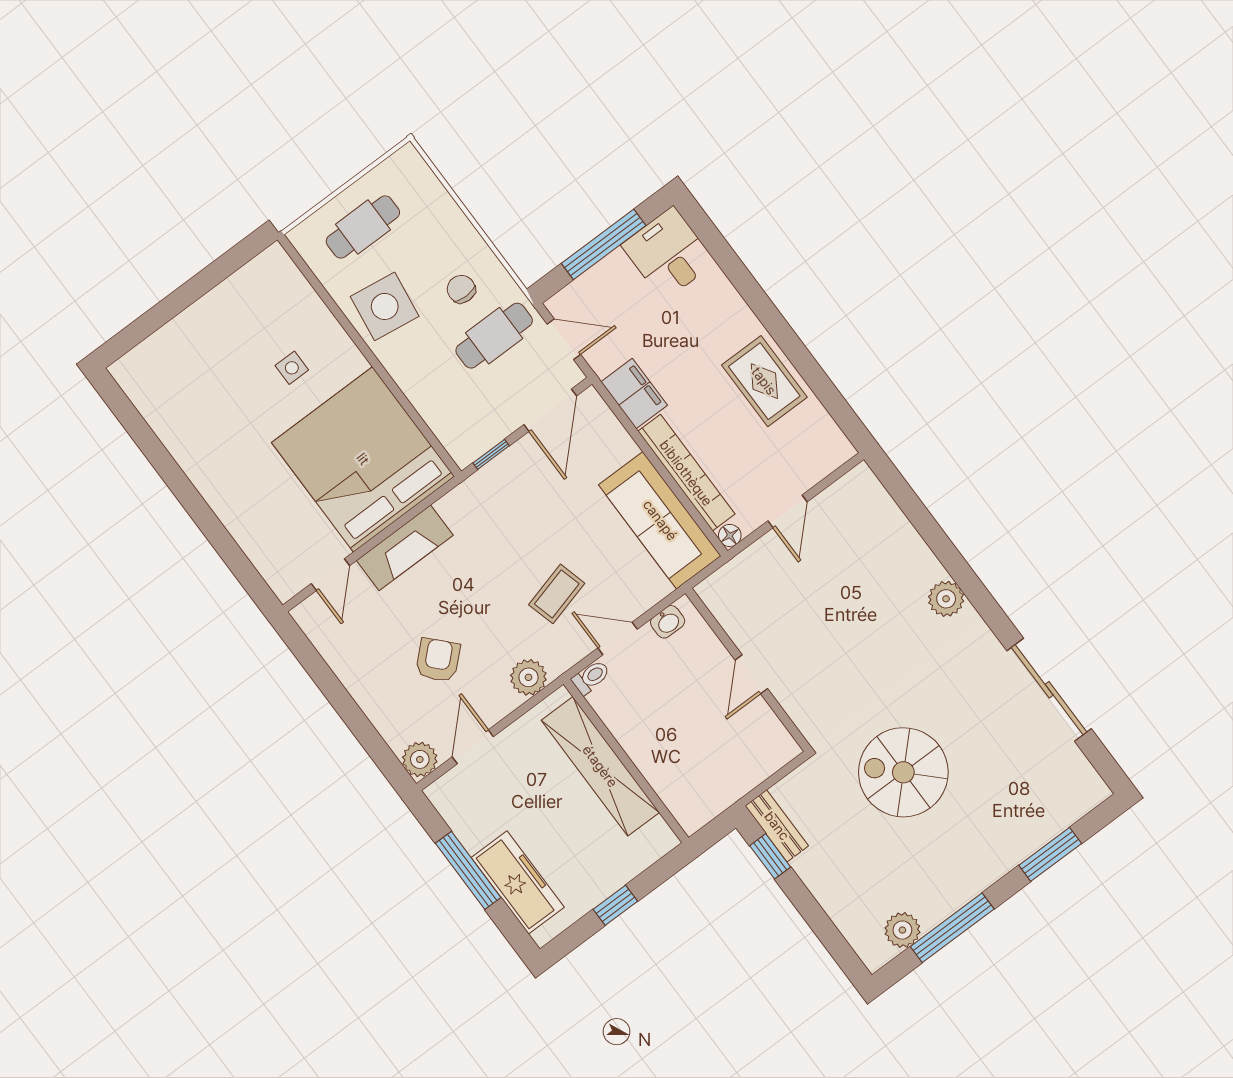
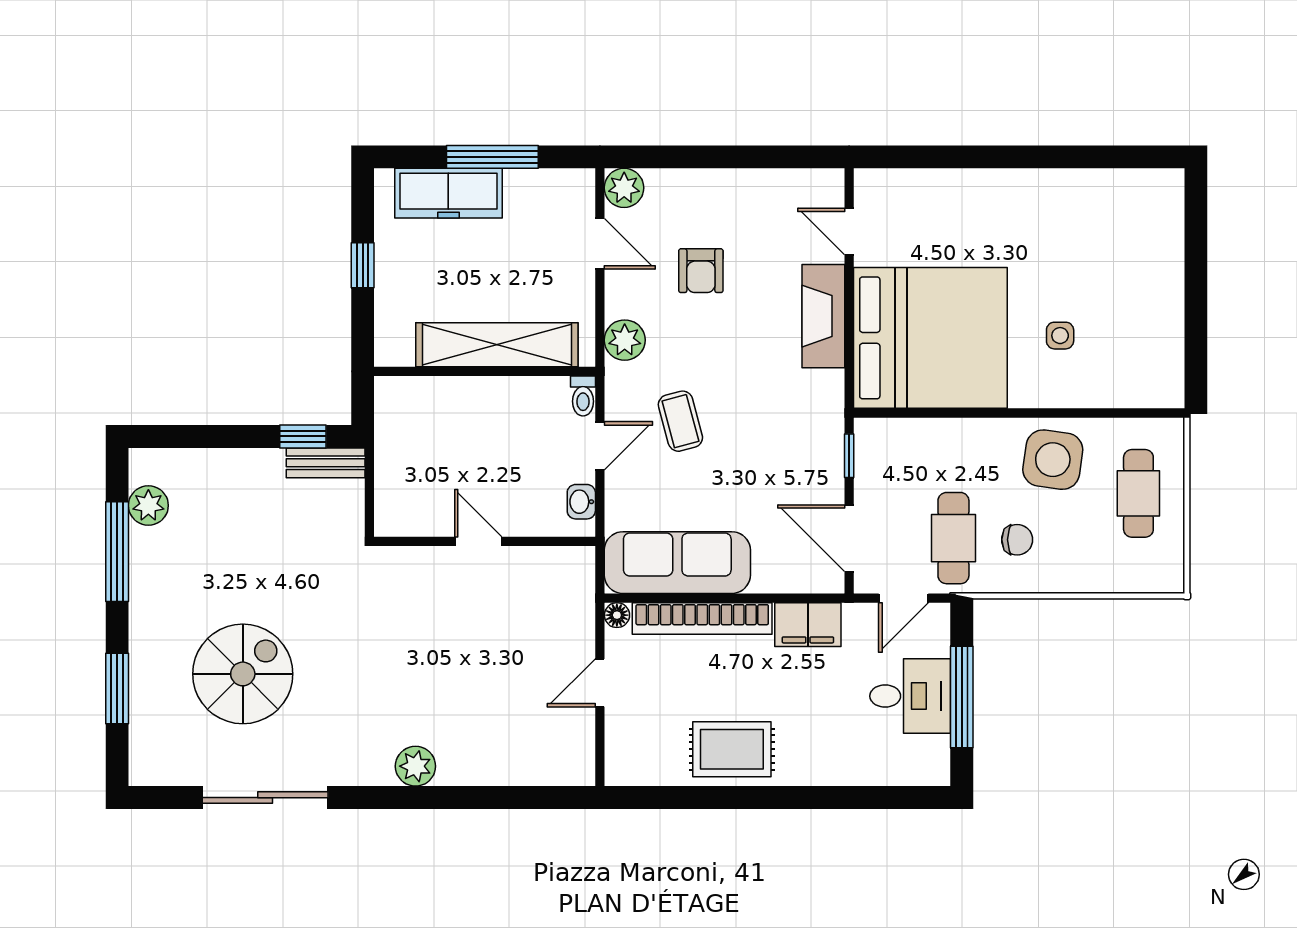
desk: (668, 254) -> (910, 696), moved
door: (787, 511) -> (600, 683), hinge flipped
armchair: (438, 660) -> (701, 271), turned 43
spiral stairs: (903, 772) -> (243, 674), moved

